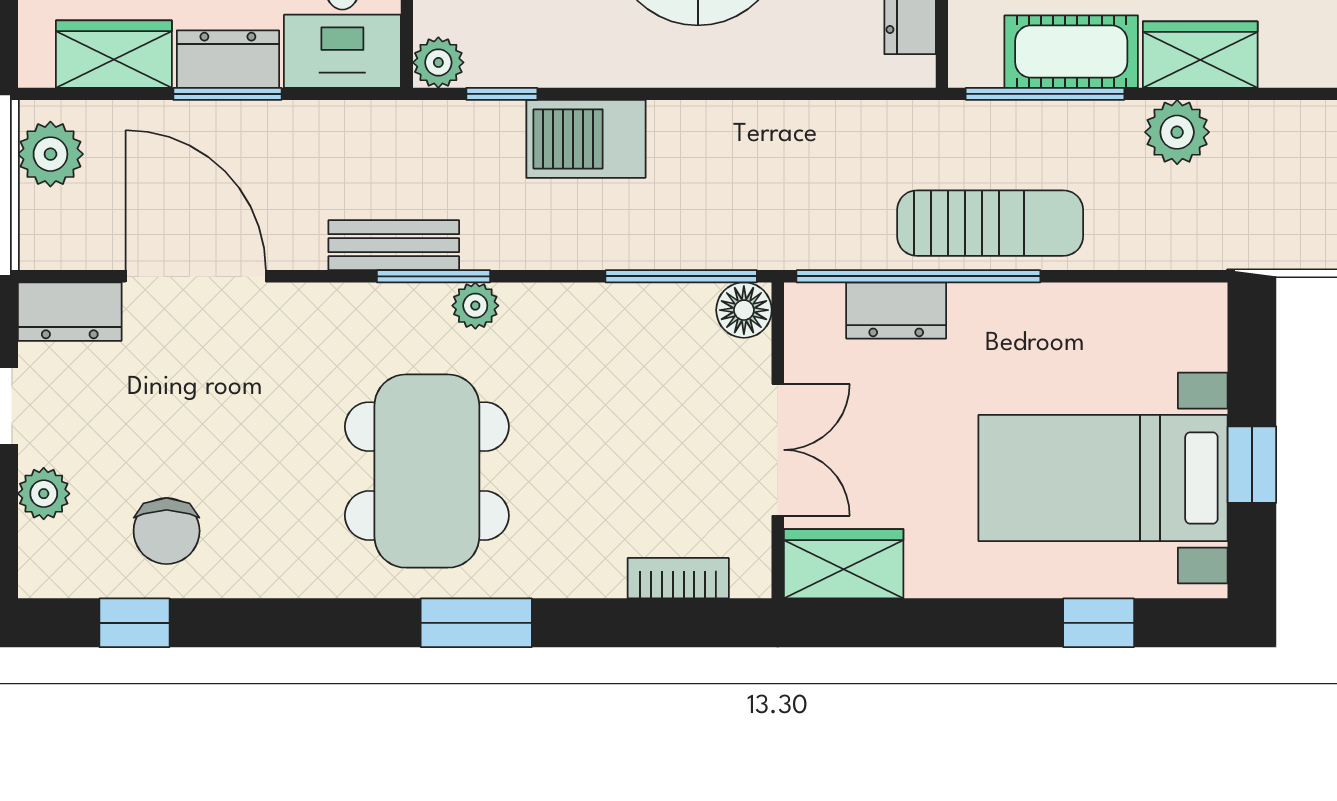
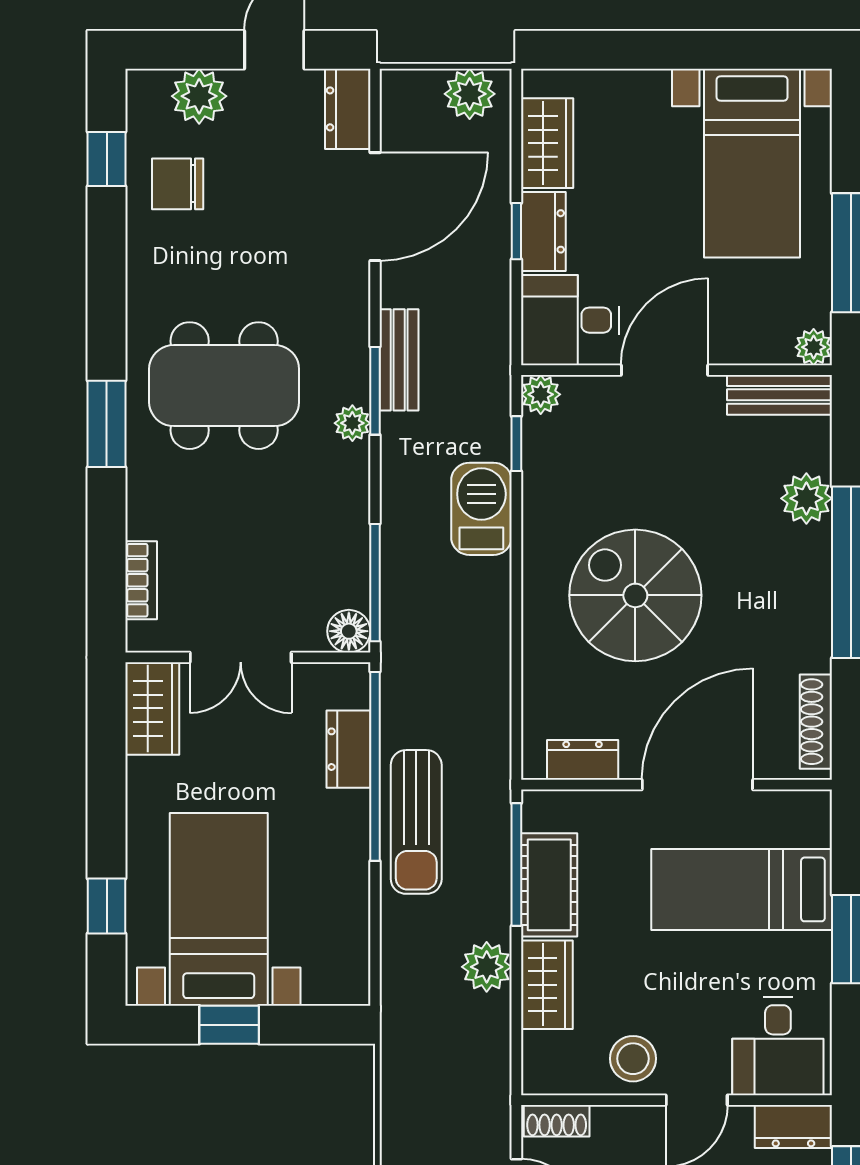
window: (227, 94) -> (516, 231), width x0.67
plant: (44, 494) -> (199, 96), width x1.38, depth x1.38

